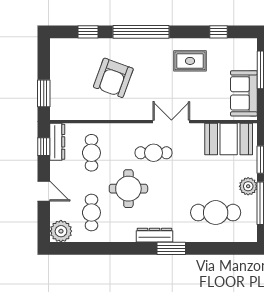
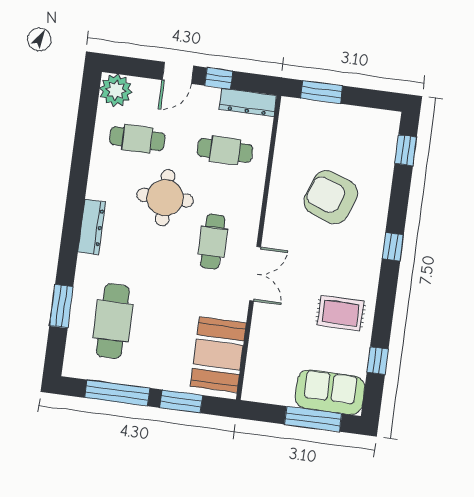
window: (88, 32) -> (406, 150), moved
window: (141, 32) -> (393, 247), width x0.32
rug: (190, 61) -> (340, 313), turned 90
sofa: (244, 93) -> (330, 392), moved
window: (44, 147) -> (219, 78), moved
plant: (248, 186) -> (145, 374), removed
window: (171, 248) -> (61, 306), moved

